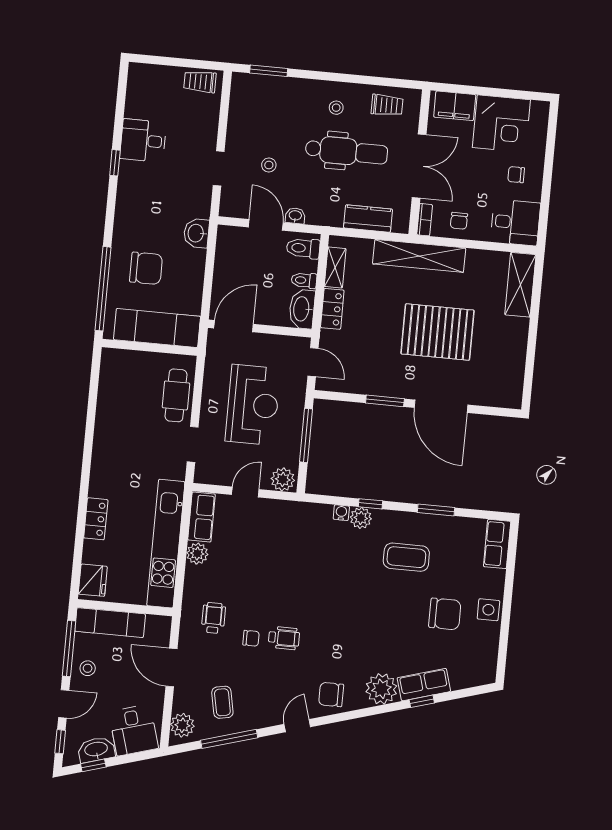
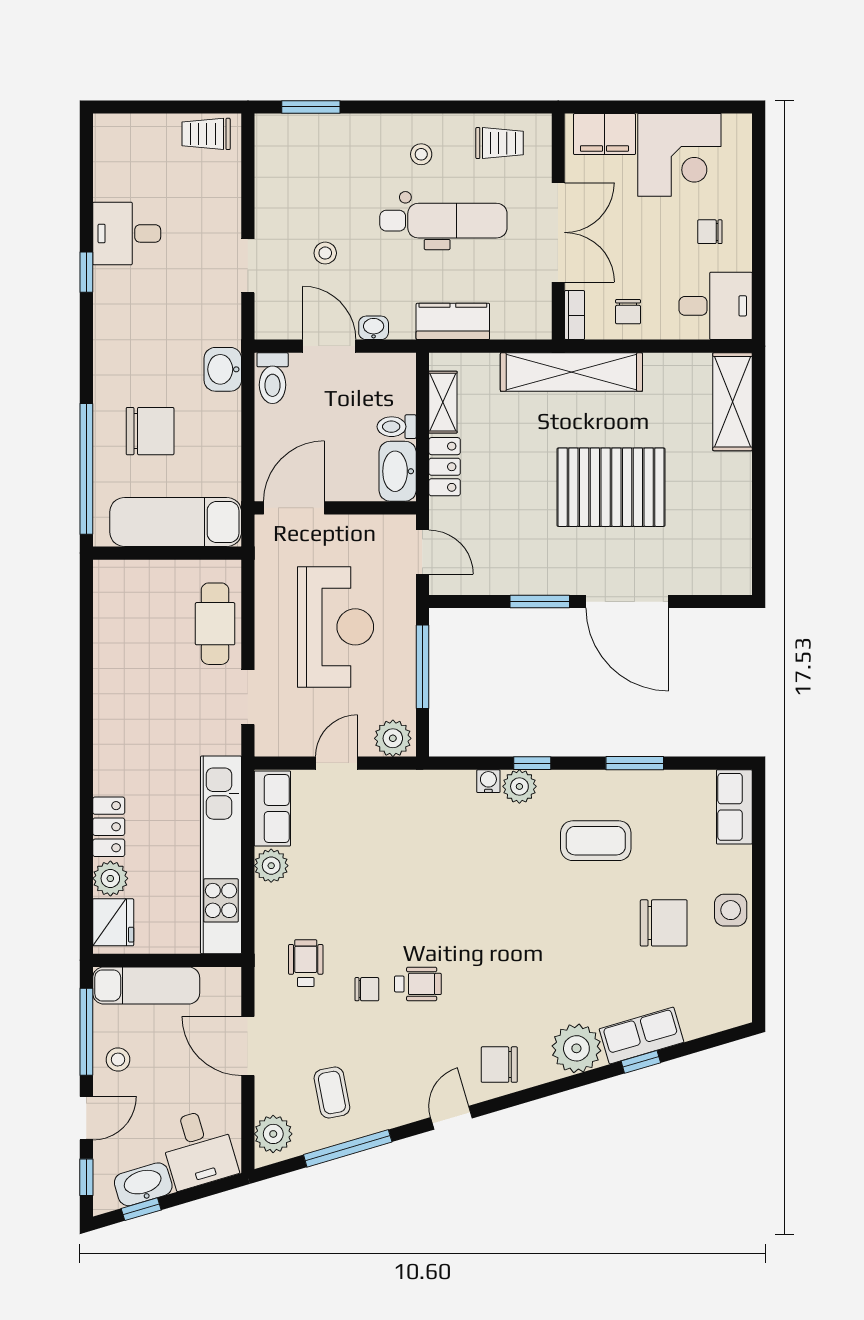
kitchen counter: (368, 218) -> (453, 321), moved
toilet: (303, 248) -> (273, 378), moved, turned -90
plant: (94, 552) -> (110, 878), added

